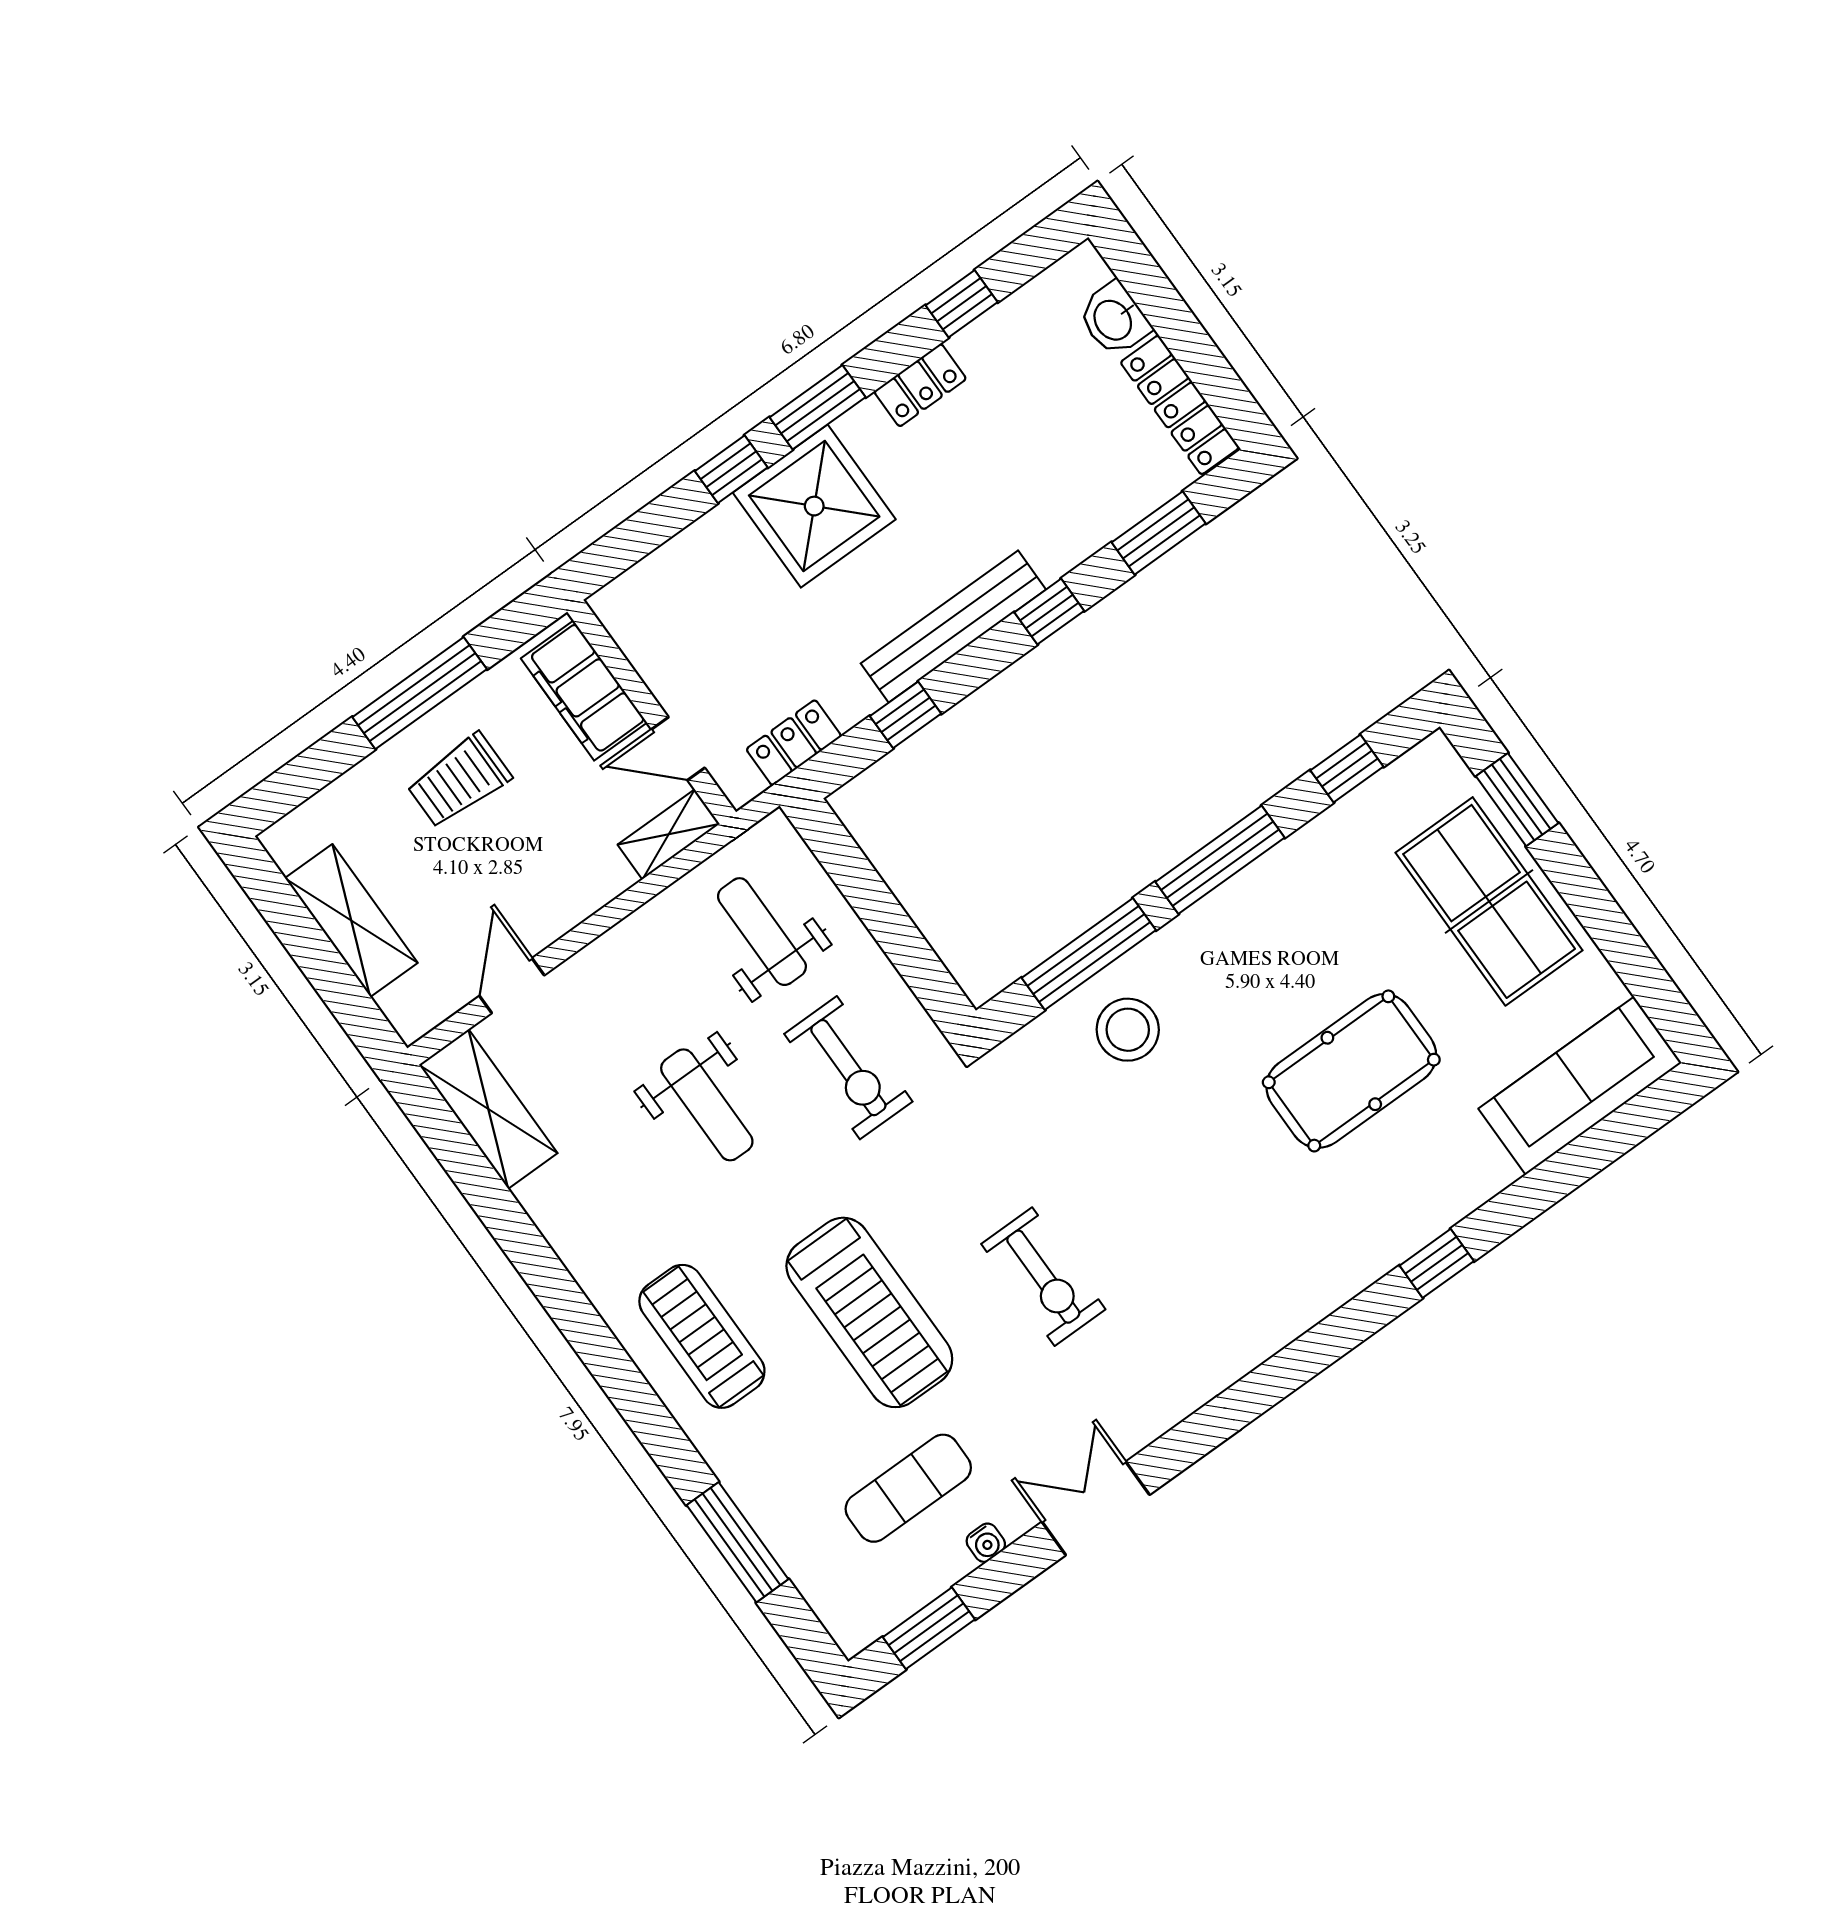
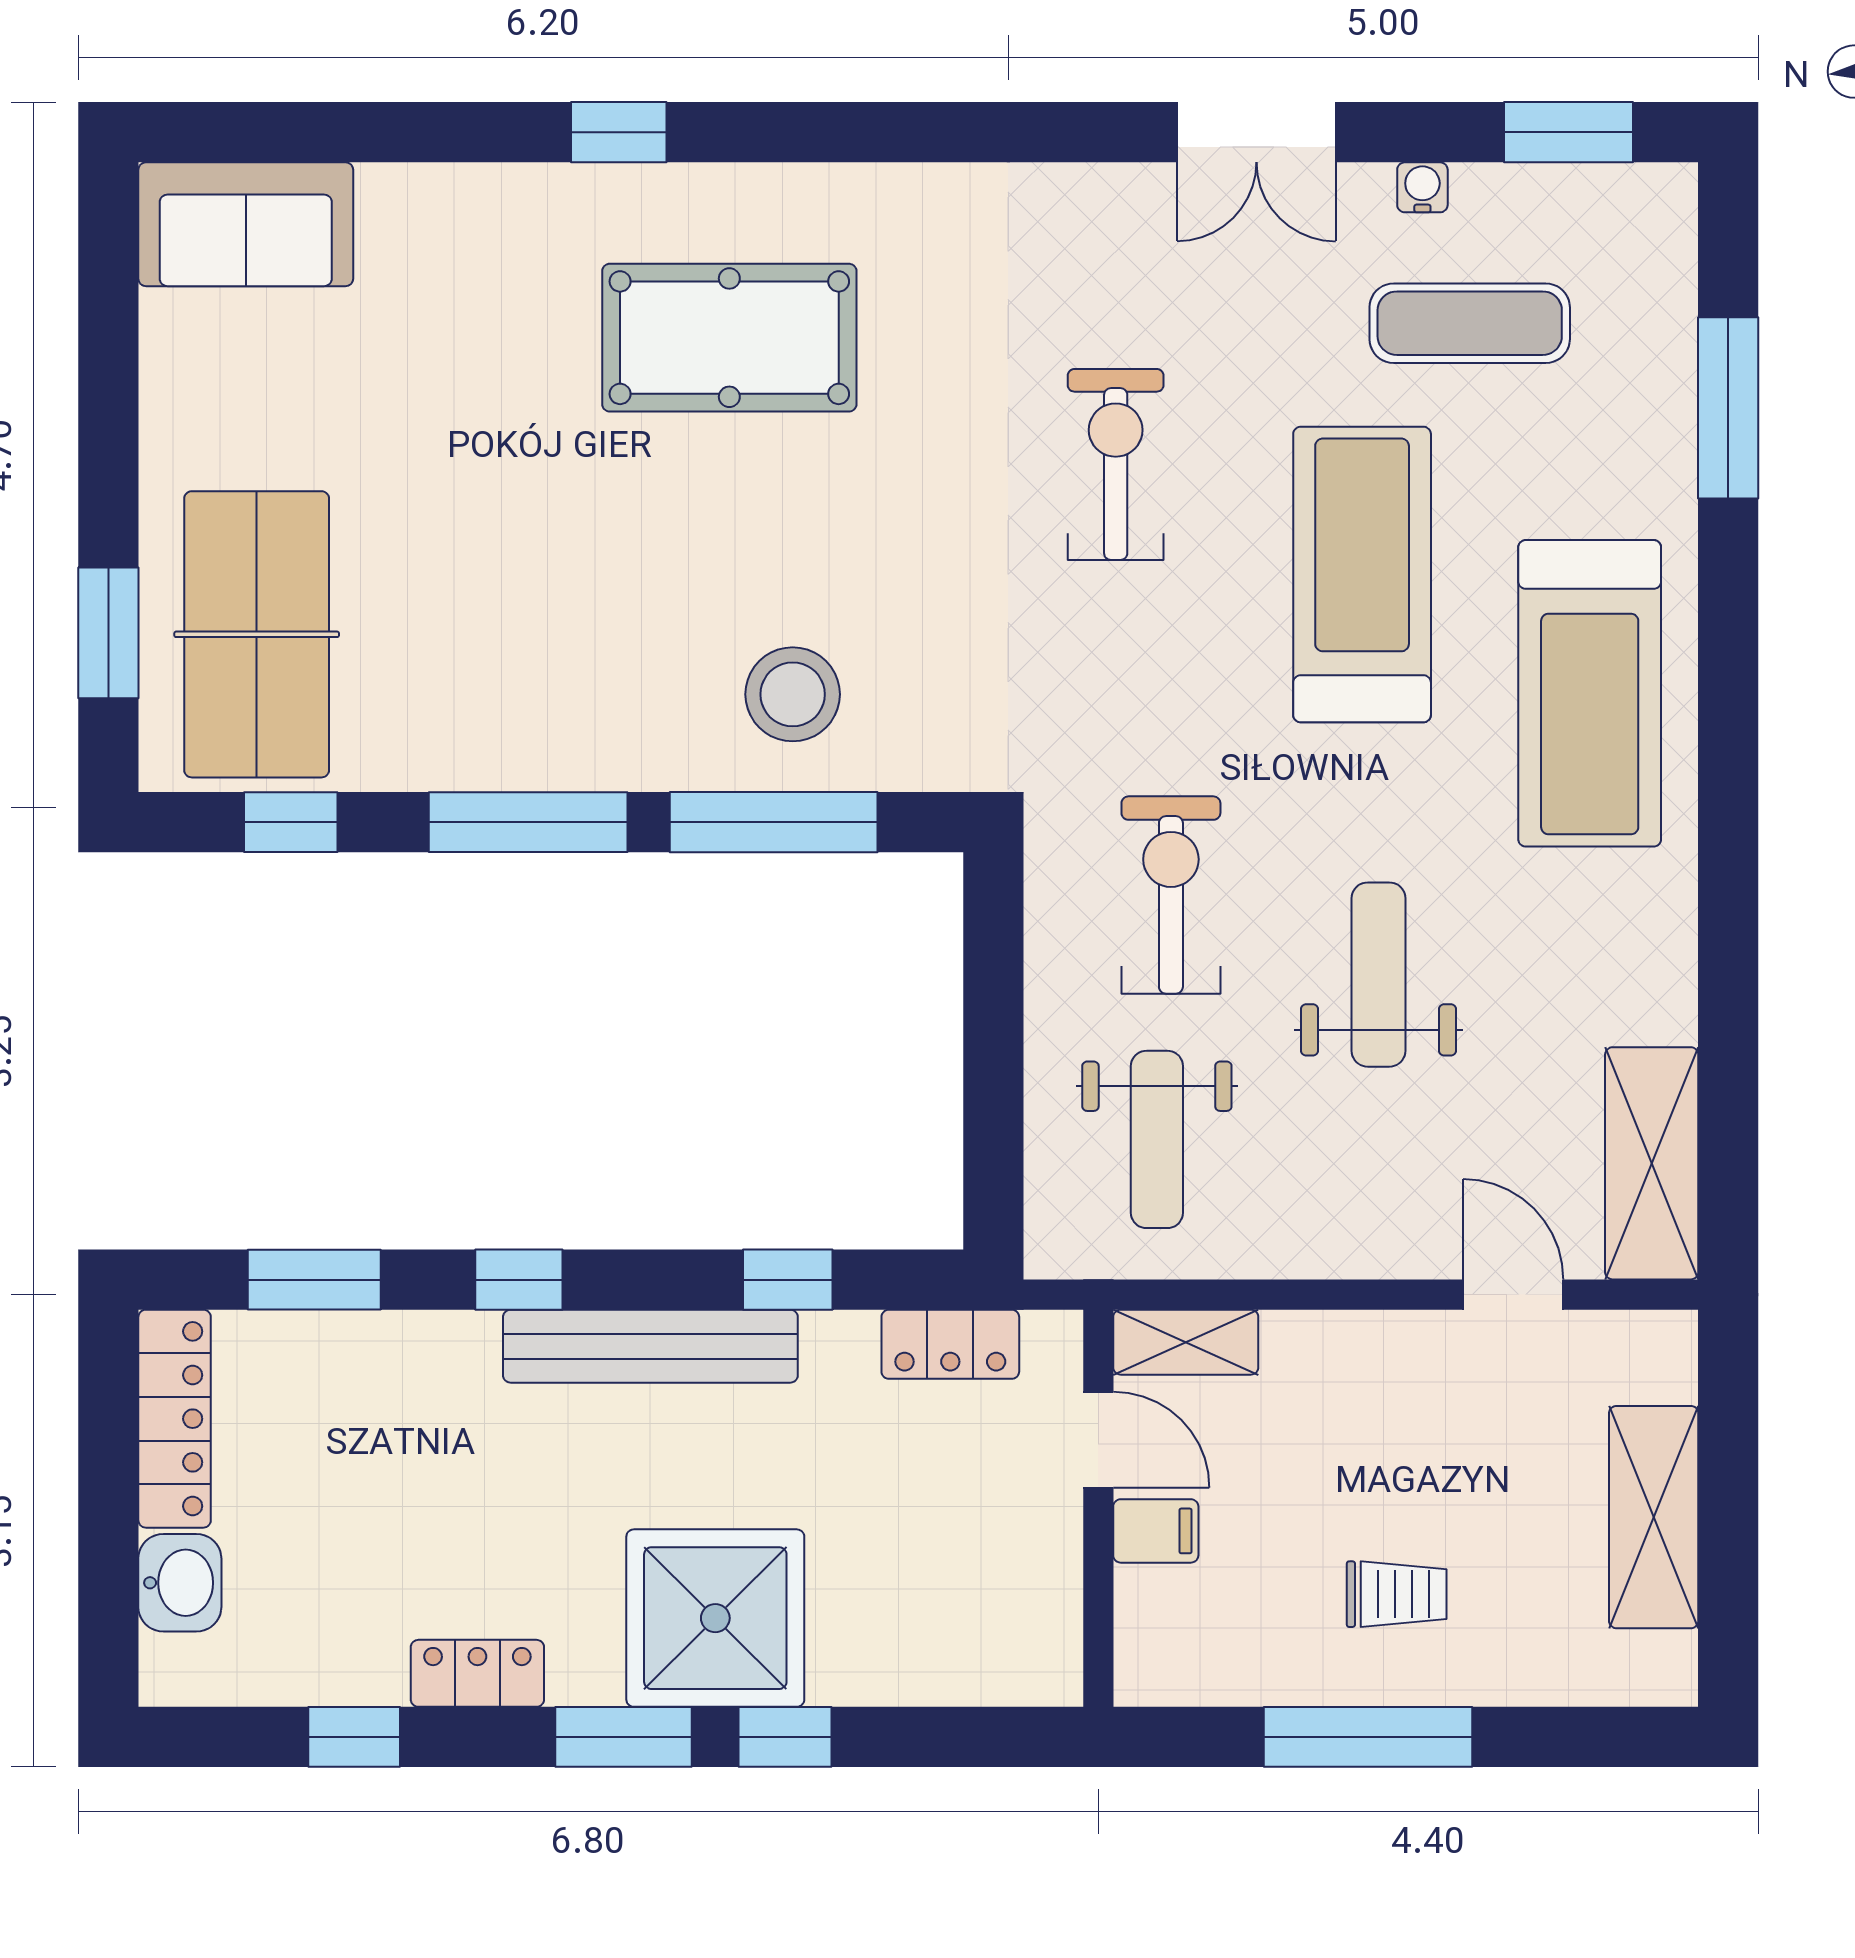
filing cabinet: (584, 691) -> (1156, 1531), width x0.33, depth x0.86
trolley: (459, 781) -> (1397, 1594), width x0.73, depth x0.72
table tennis table: (1489, 901) -> (257, 634), moved
door: (512, 986) -> (1513, 1295), swing flipped
pool table: (1351, 1071) -> (729, 338), moved
sofa: (1580, 1086) -> (246, 224), width x0.73
treadmill: (702, 1336) -> (1590, 693), width x1.37, depth x1.38

